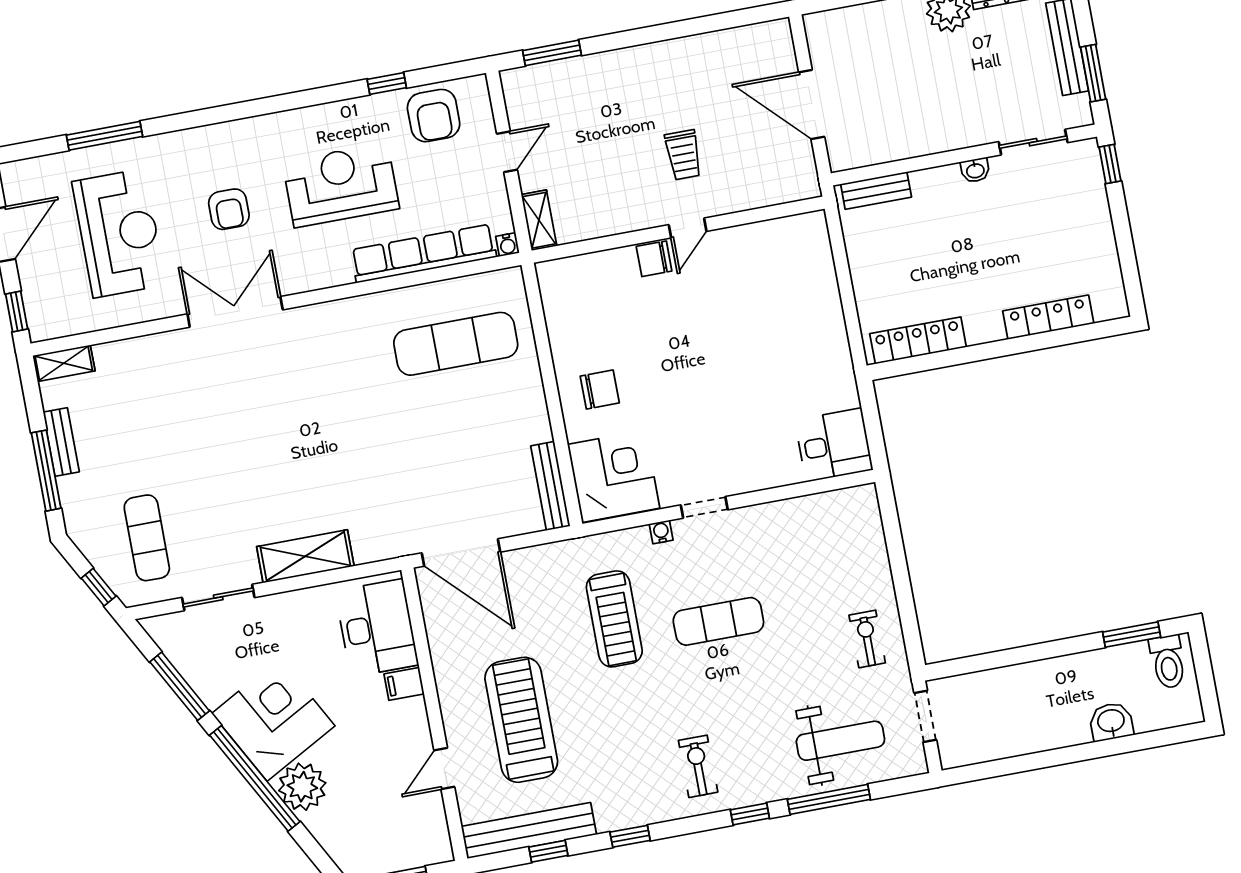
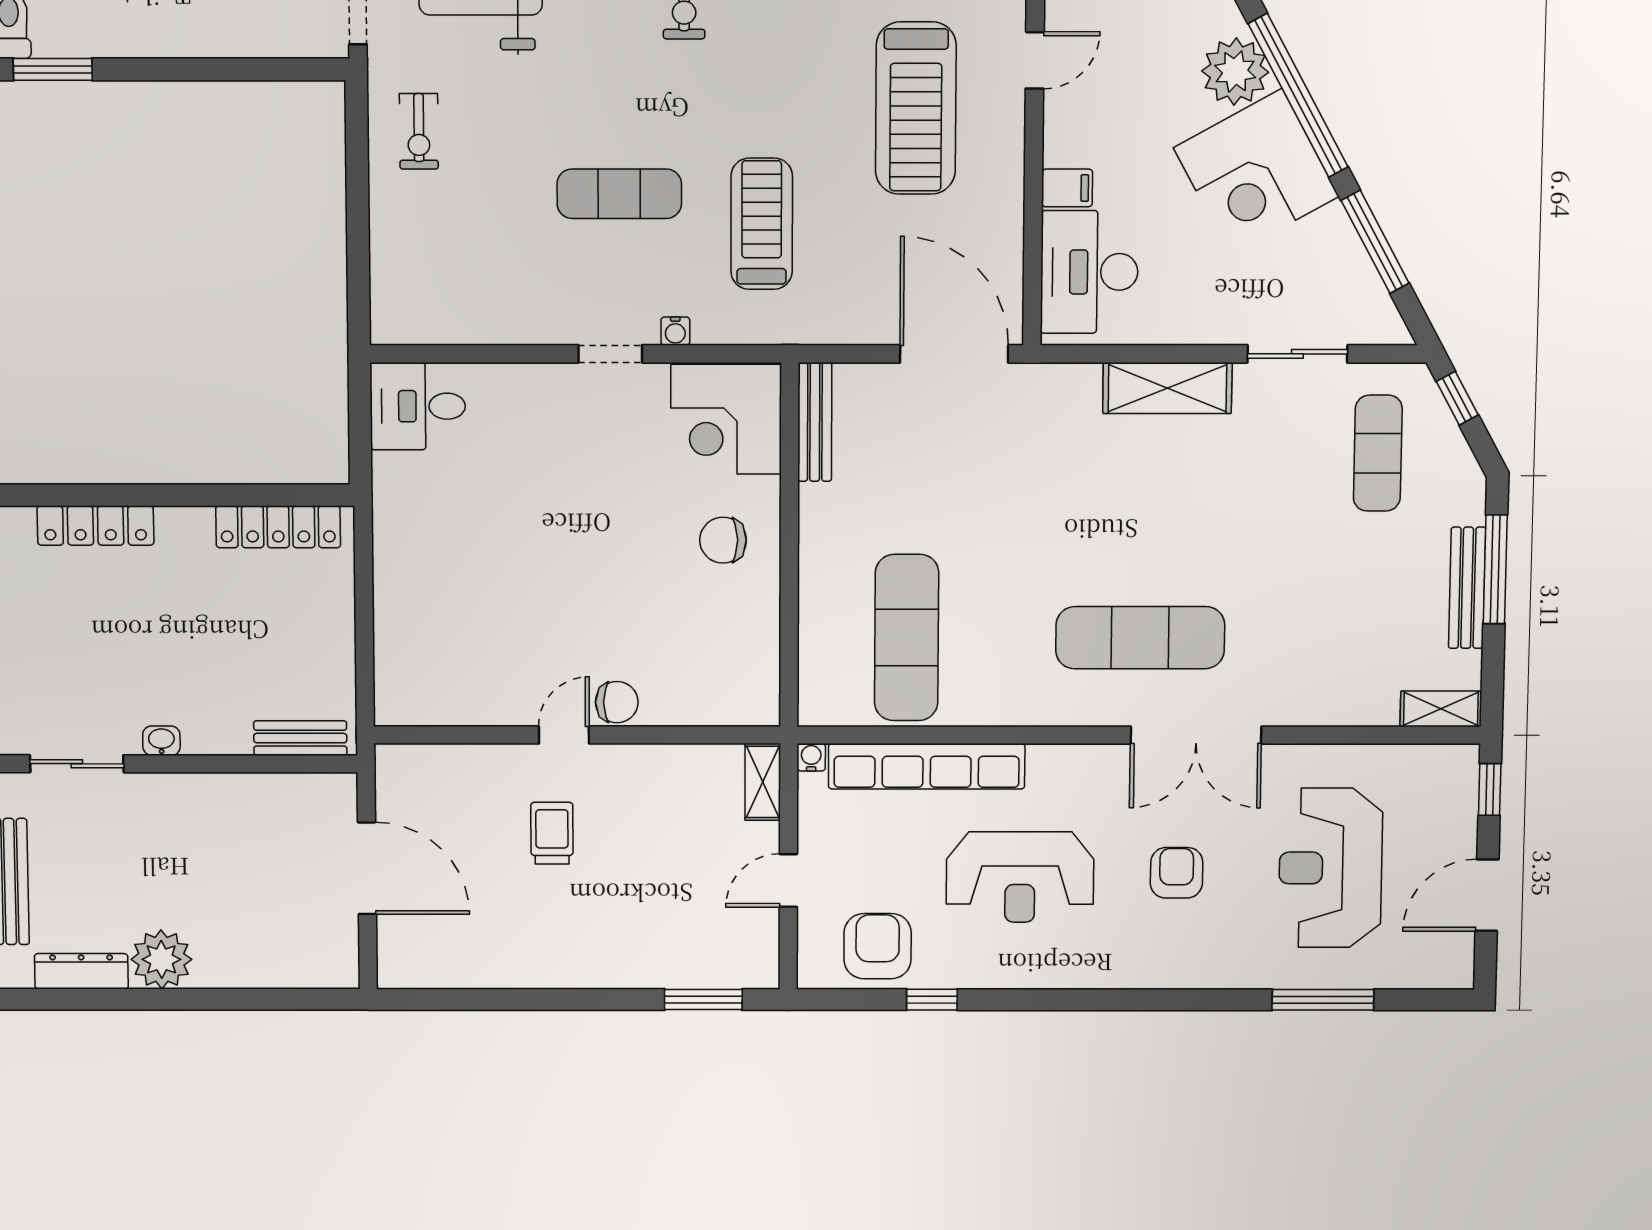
exercise mat: (456, 344) -> (907, 638), turned 90
exercise mat: (289, 375) -> (1140, 638), added
bench: (61, 442) -> (1467, 588), width x1.36

